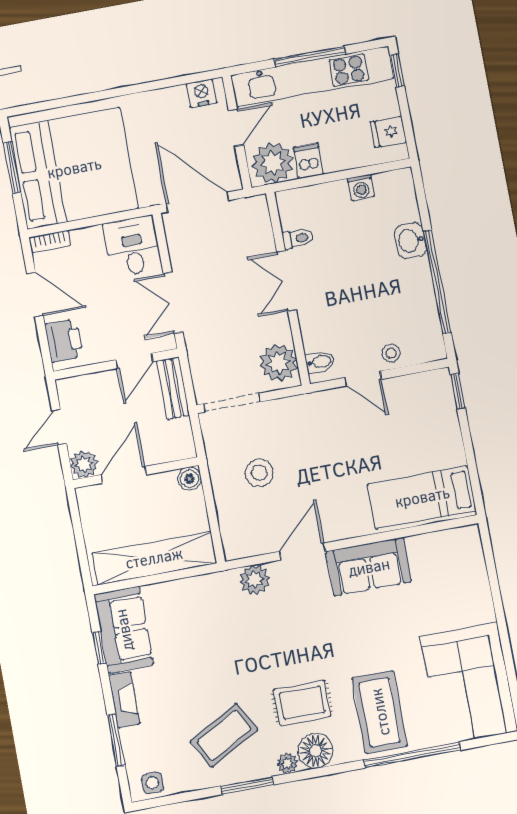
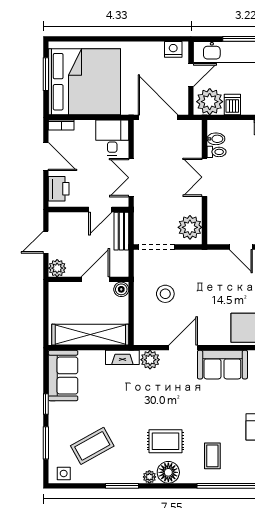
bidet: (320, 362) -> (216, 139), moved
door: (124, 475) -> (95, 279), moved
window: (99, 648) -> (46, 404), moved
fireplace: (124, 700) -> (122, 357), moved, turned 90
coffee table: (380, 712) -> (212, 456), width x0.54, depth x0.58
coffee table: (224, 735) -> (92, 446), moved

